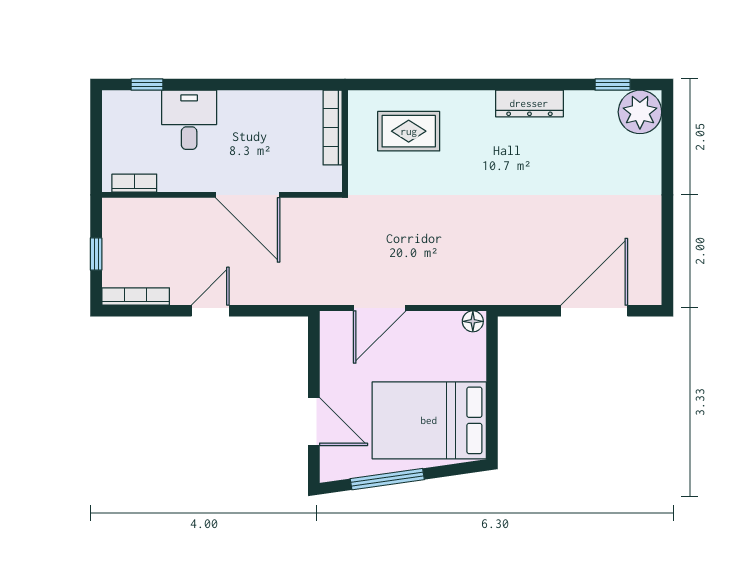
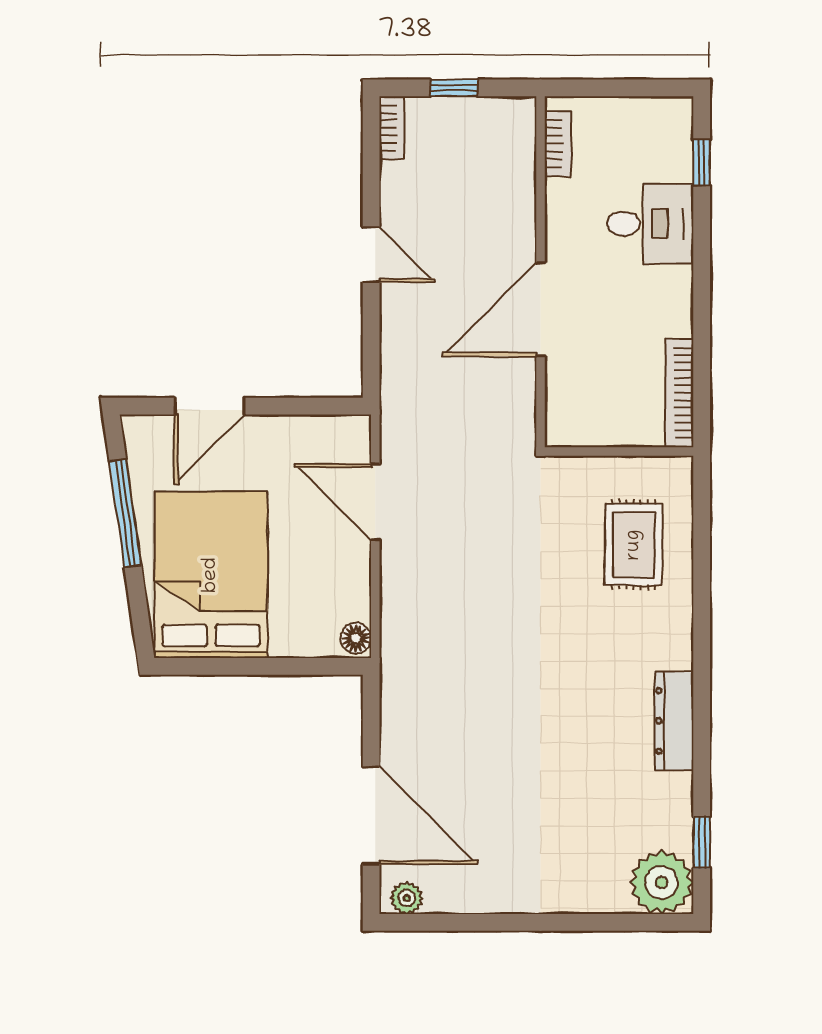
bookcase: (333, 128) -> (679, 393), moved, turned -90
plant: (651, 286) -> (407, 898), added
bookcase: (136, 296) -> (392, 128), width x0.64

